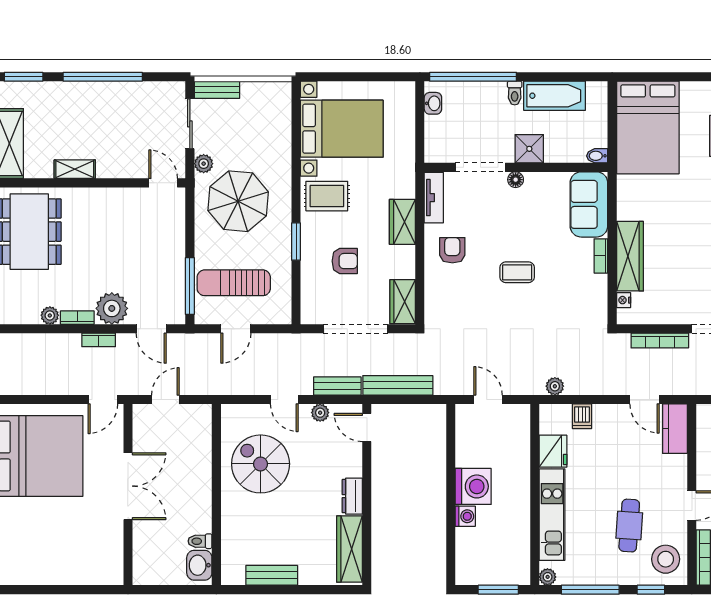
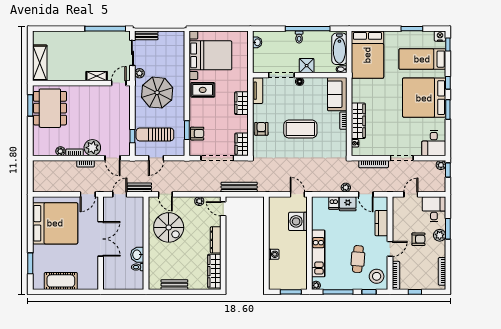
window: (24, 77) -> (47, 29), removed
window: (103, 77) -> (105, 29), moved
window: (473, 77) -> (308, 29), moved
bathtub: (555, 96) -> (339, 49), moved, turned 90
shelving: (75, 169) -> (97, 76), moved
door: (163, 183) -> (119, 83), hinge flipped
window: (296, 242) -> (187, 130), moved
armchair: (452, 250) -> (261, 129), moved
armchair: (345, 261) -> (197, 134), moved
coffee table: (517, 272) -> (300, 129), width x1.86, depth x1.72
window: (190, 286) -> (132, 136), width x0.46
bench: (337, 386) -> (139, 187), moved
plant: (555, 386) -> (346, 188), moved
door: (284, 400) -> (165, 194), moved
door: (488, 400) -> (297, 194), moved
kitchen counter: (675, 429) -> (381, 223), moved
fridge: (553, 451) -> (348, 204), moved, turned 90
spiral stairs: (261, 464) -> (169, 227), turned 180
washing machine: (473, 486) -> (298, 221), moved, turned 180
dresser: (352, 496) -> (216, 240), width x1.44
washbasin: (199, 565) -> (137, 255), moved
cot: (50, 568) -> (61, 281), added

